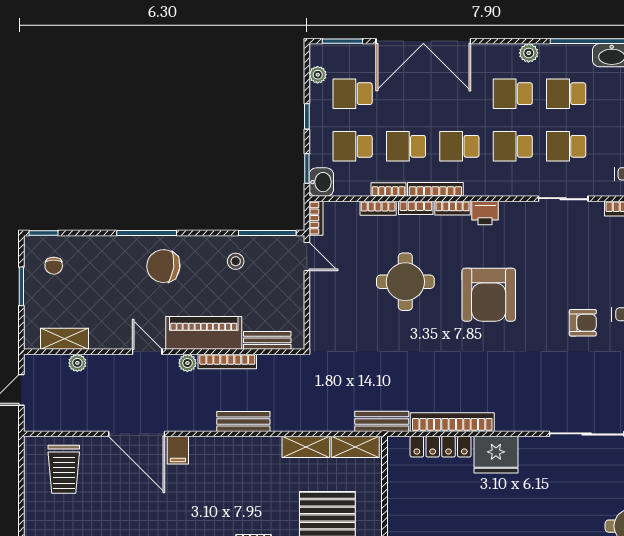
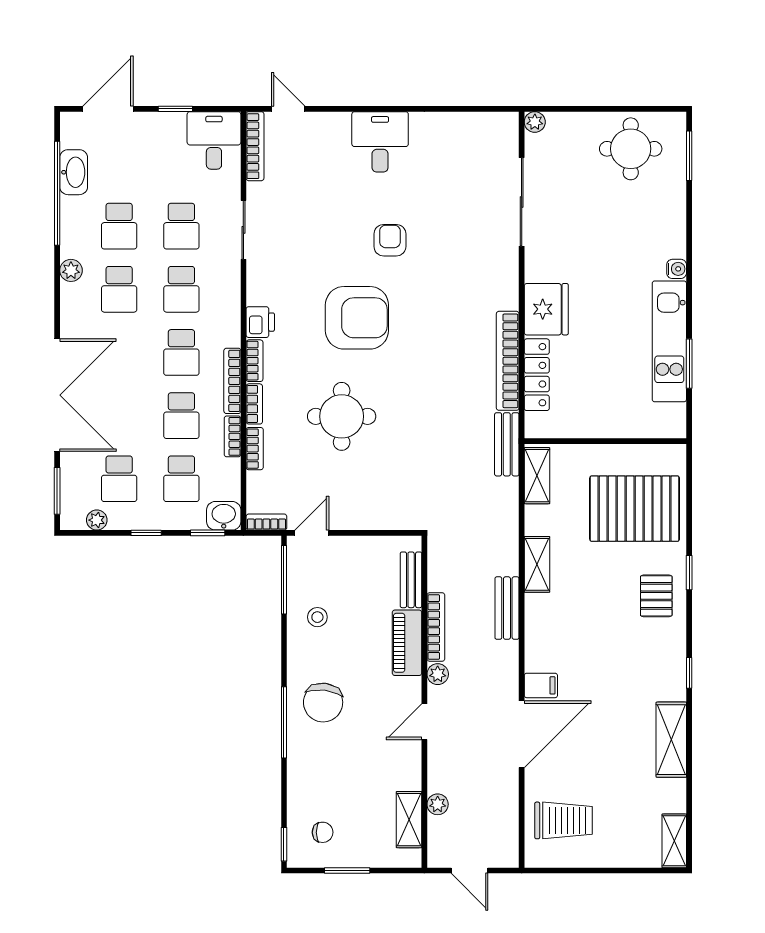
armchair: (583, 323) -> (390, 240), moved
piano: (204, 333) -> (407, 643), width x0.73, depth x0.75
shelving: (306, 447) -> (537, 564), moved

